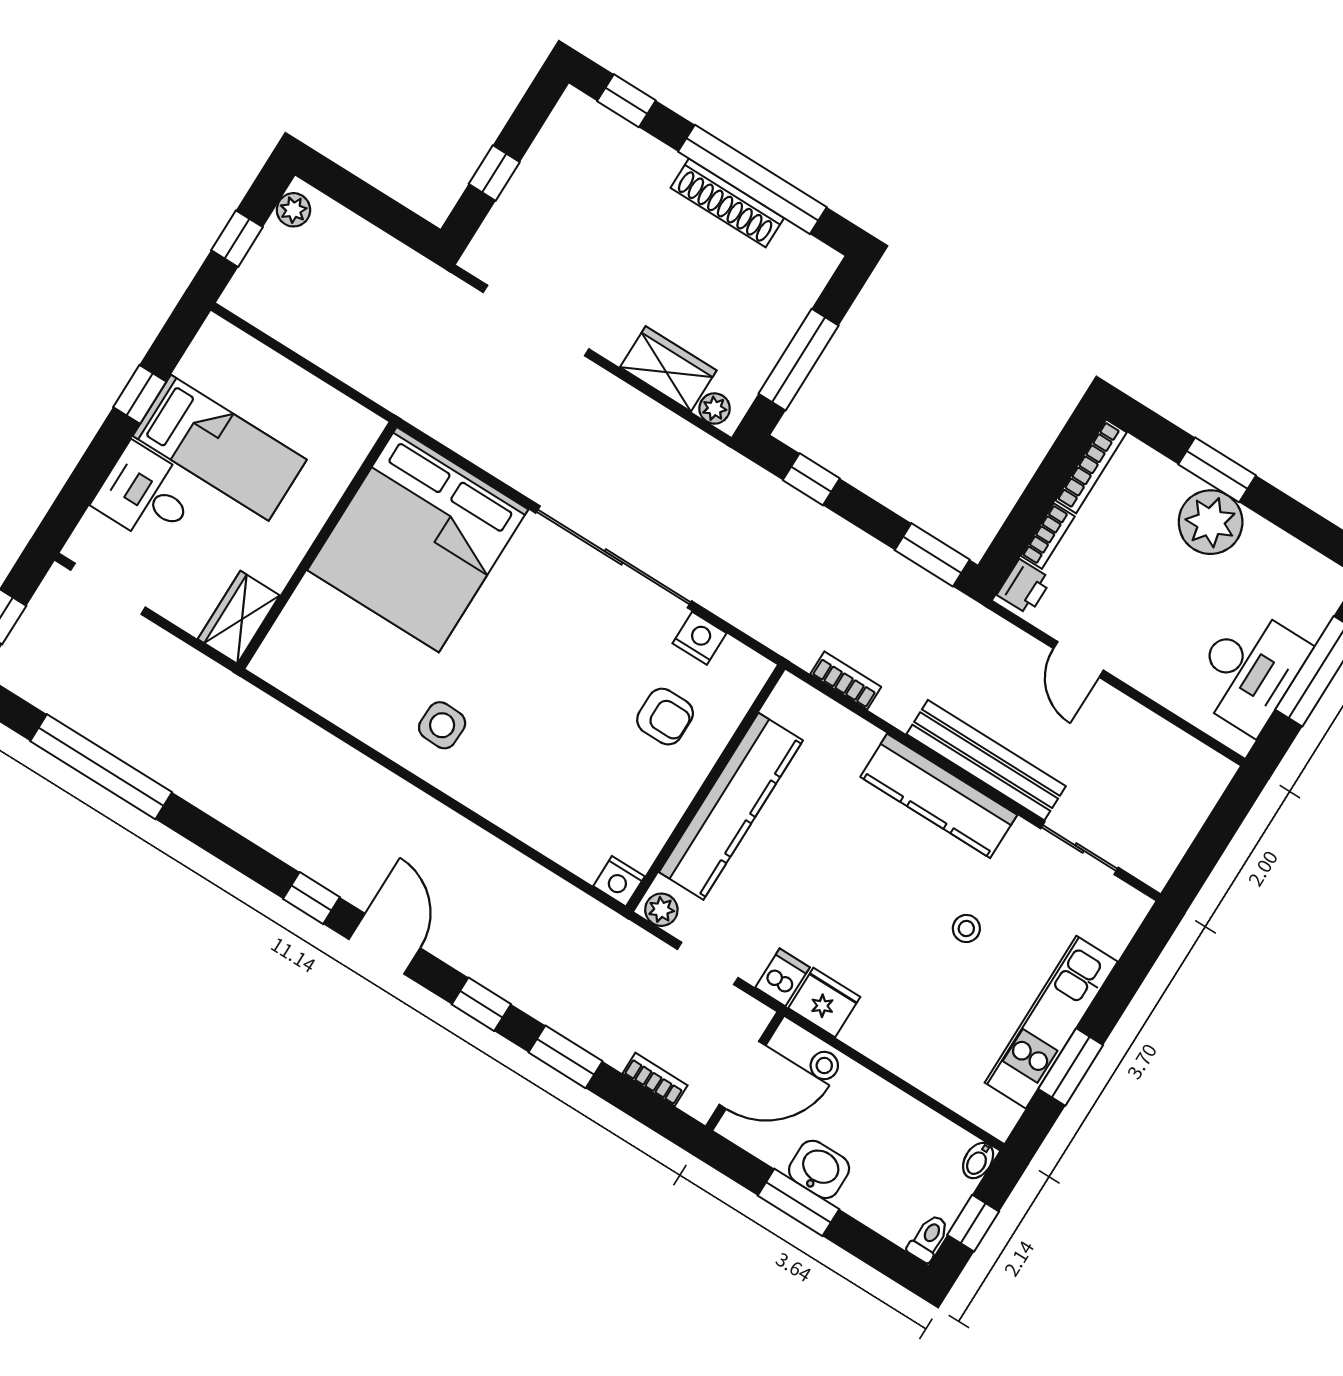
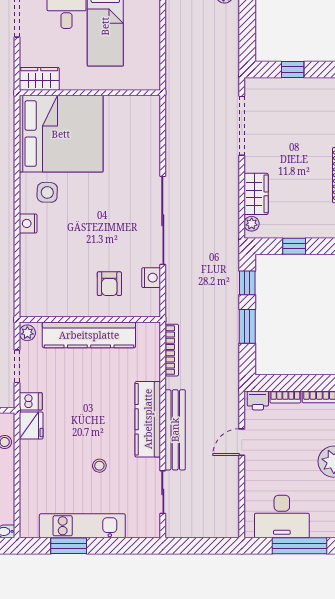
window: (799, 360) -> (294, 246), width x0.46
bed: (418, 540) -> (61, 134), moved, turned 180
window: (932, 555) -> (247, 326), moved
bookcase: (846, 680) -> (172, 350), width x1.56
nightstand: (619, 881) -> (28, 223), moved

